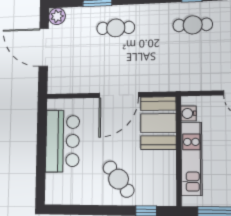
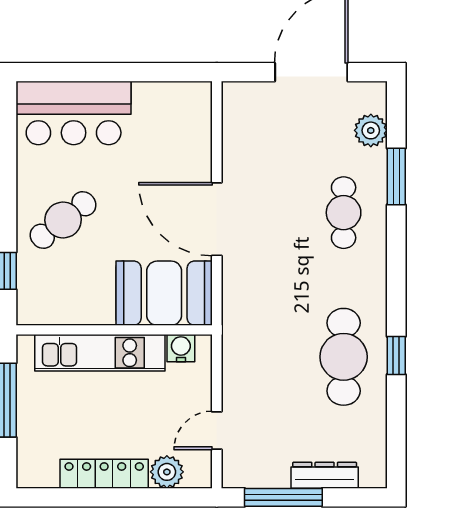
plant: (57, 16) -> (371, 130), moved
cafe table: (193, 25) -> (344, 357), width x1.37, depth x1.35
bar counter: (62, 141) -> (74, 113), moved

